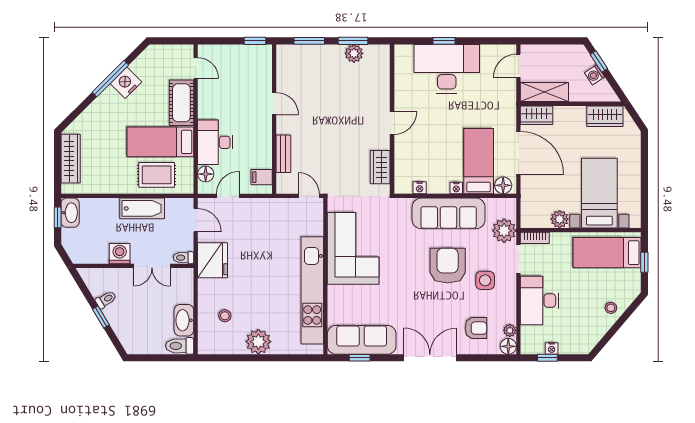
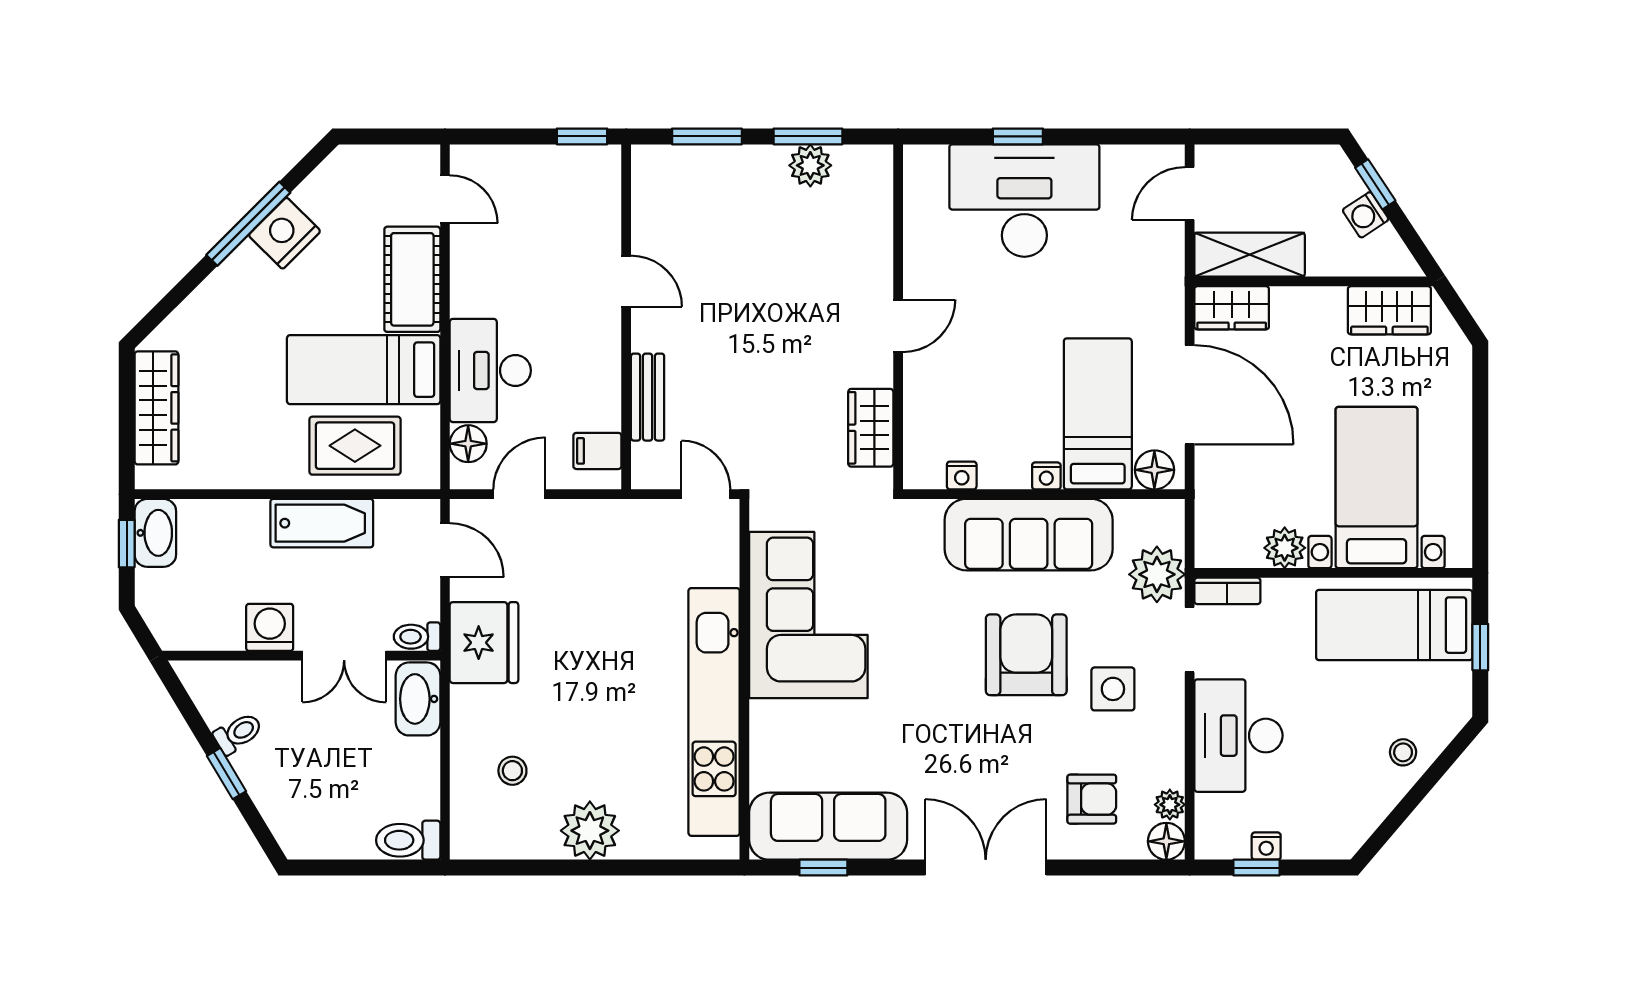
washbasin: (184, 320) -> (418, 699), moved

